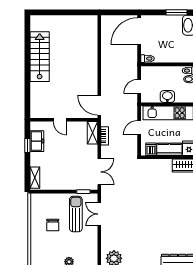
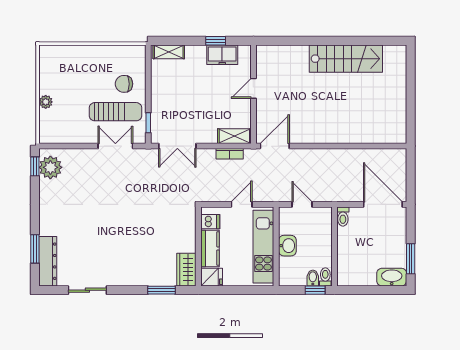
door: (139, 128) -> (242, 204), hinge flipped
chair: (53, 225) -> (124, 84), moved

